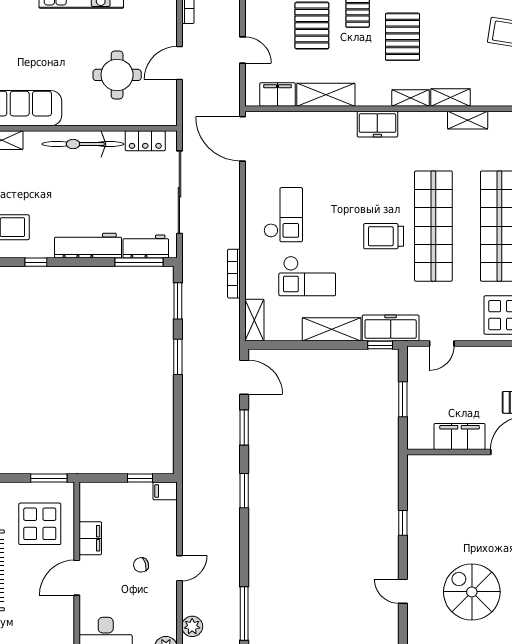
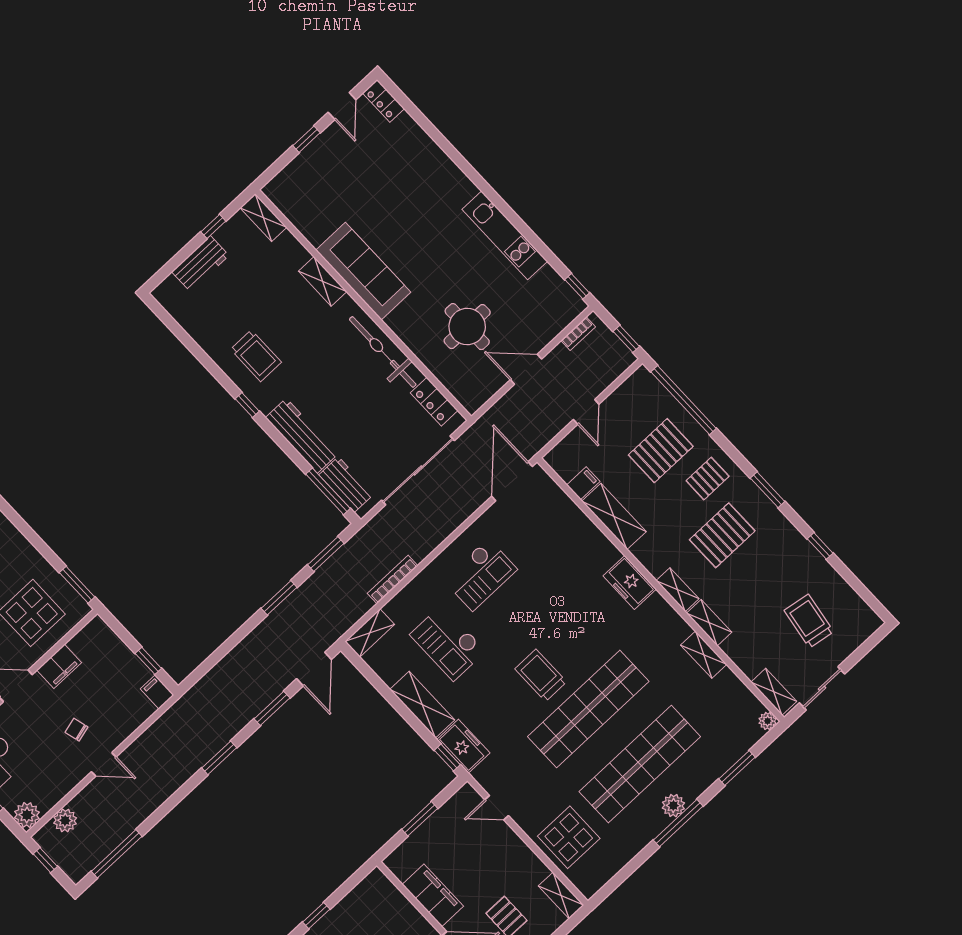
filing cabinet: (278, 94) -> (583, 483), width x0.50
freezer: (391, 328) -> (463, 746), width x0.71

